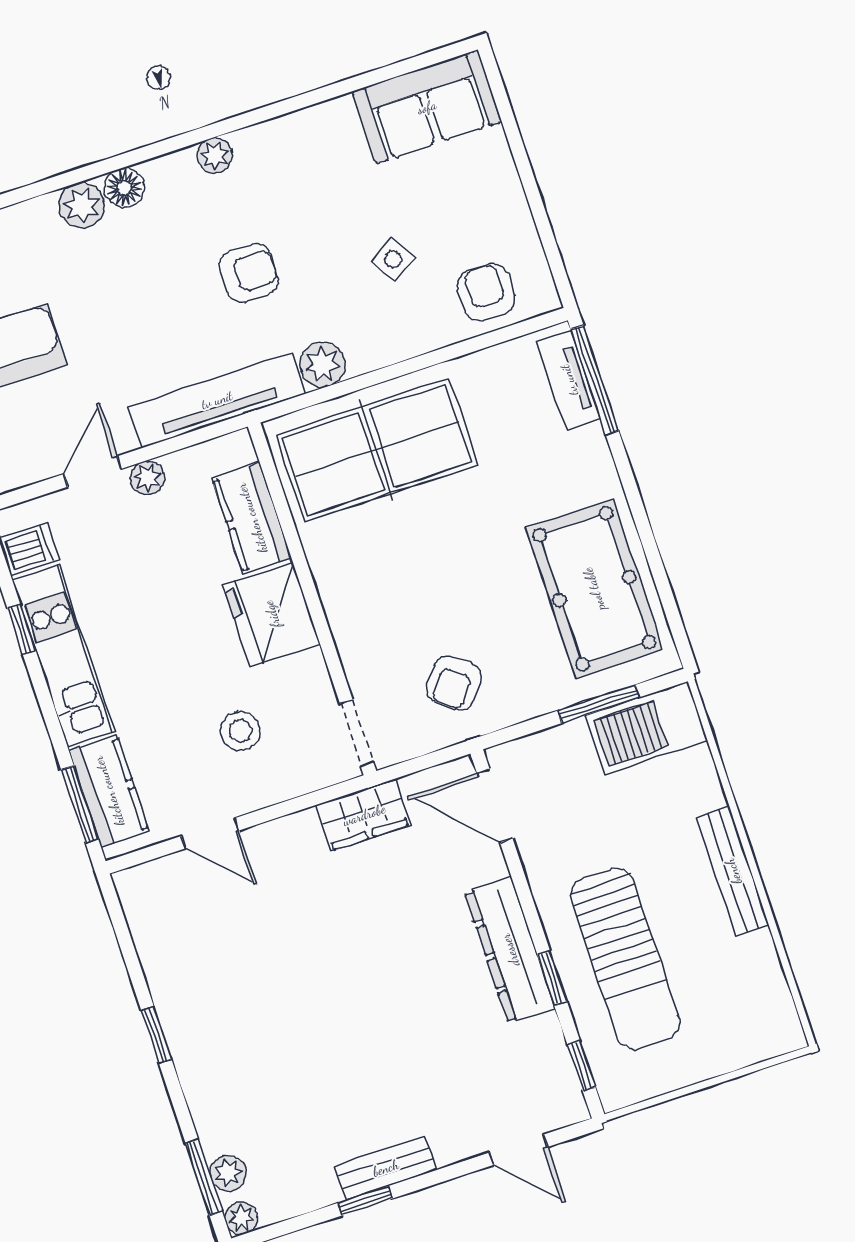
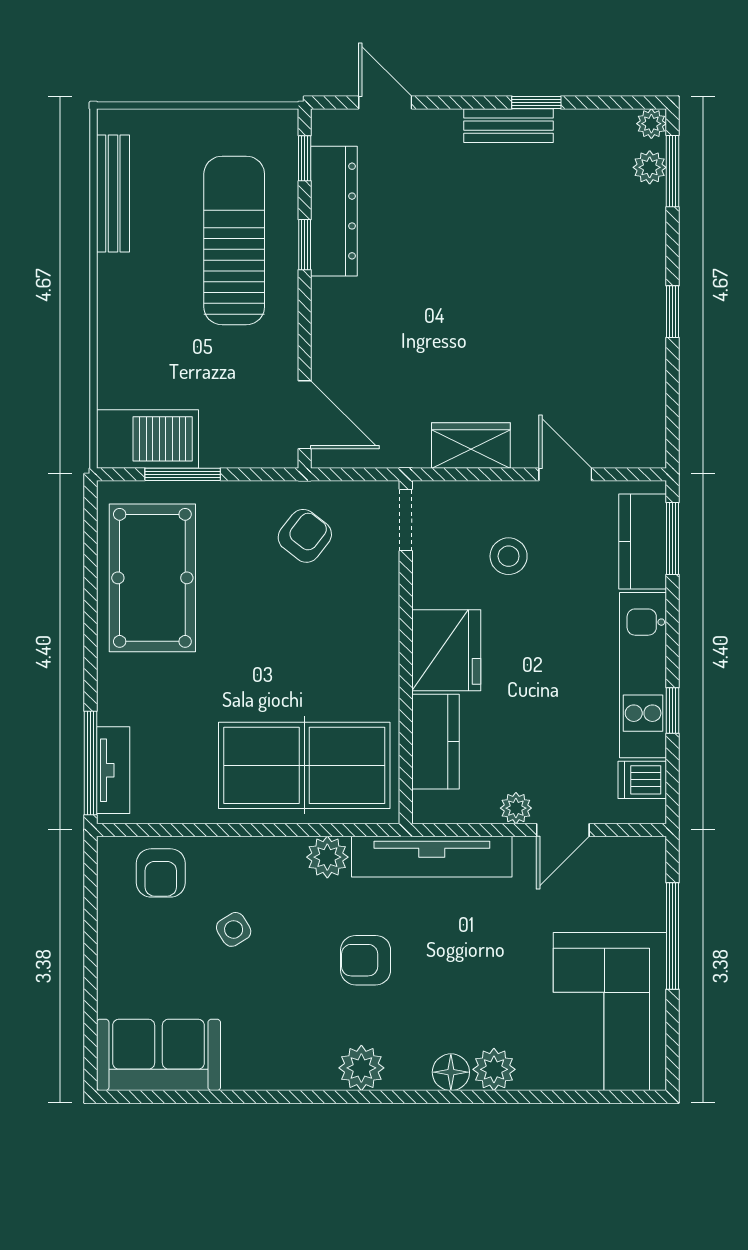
plant: (215, 156) -> (361, 1068), width x1.38, depth x1.38
wardrobe: (364, 815) -> (471, 445), moved
bench: (733, 871) -> (113, 194), moved
dresser: (510, 950) -> (334, 211), moved

